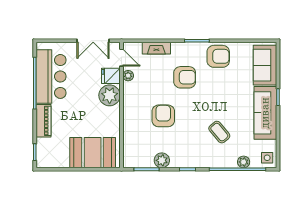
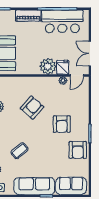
fireplace: (156, 48) -> (84, 102), removed
armchair: (163, 116) -> (32, 108), turned -48

